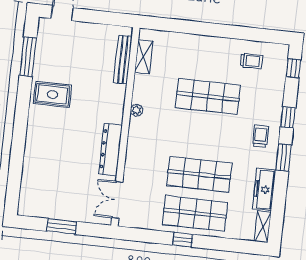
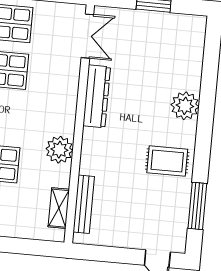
plant: (136, 110) -> (59, 150), width x1.88, depth x1.88
plant: (37, 140) -> (185, 106), added

